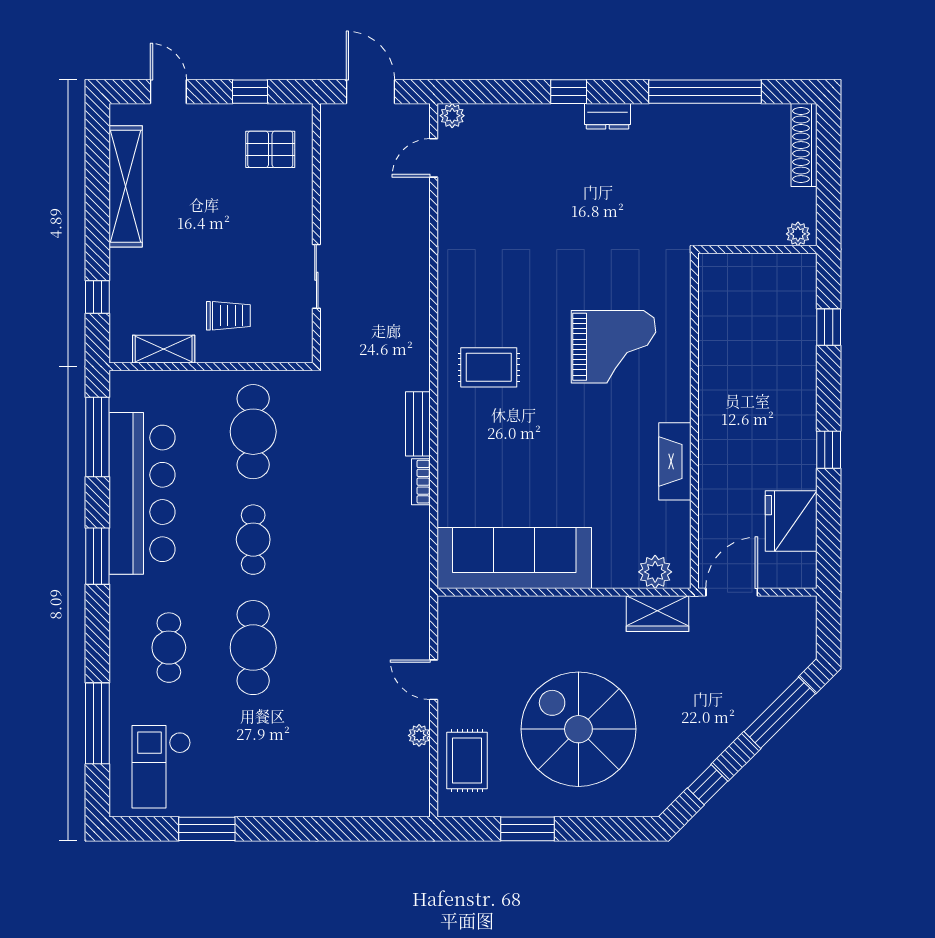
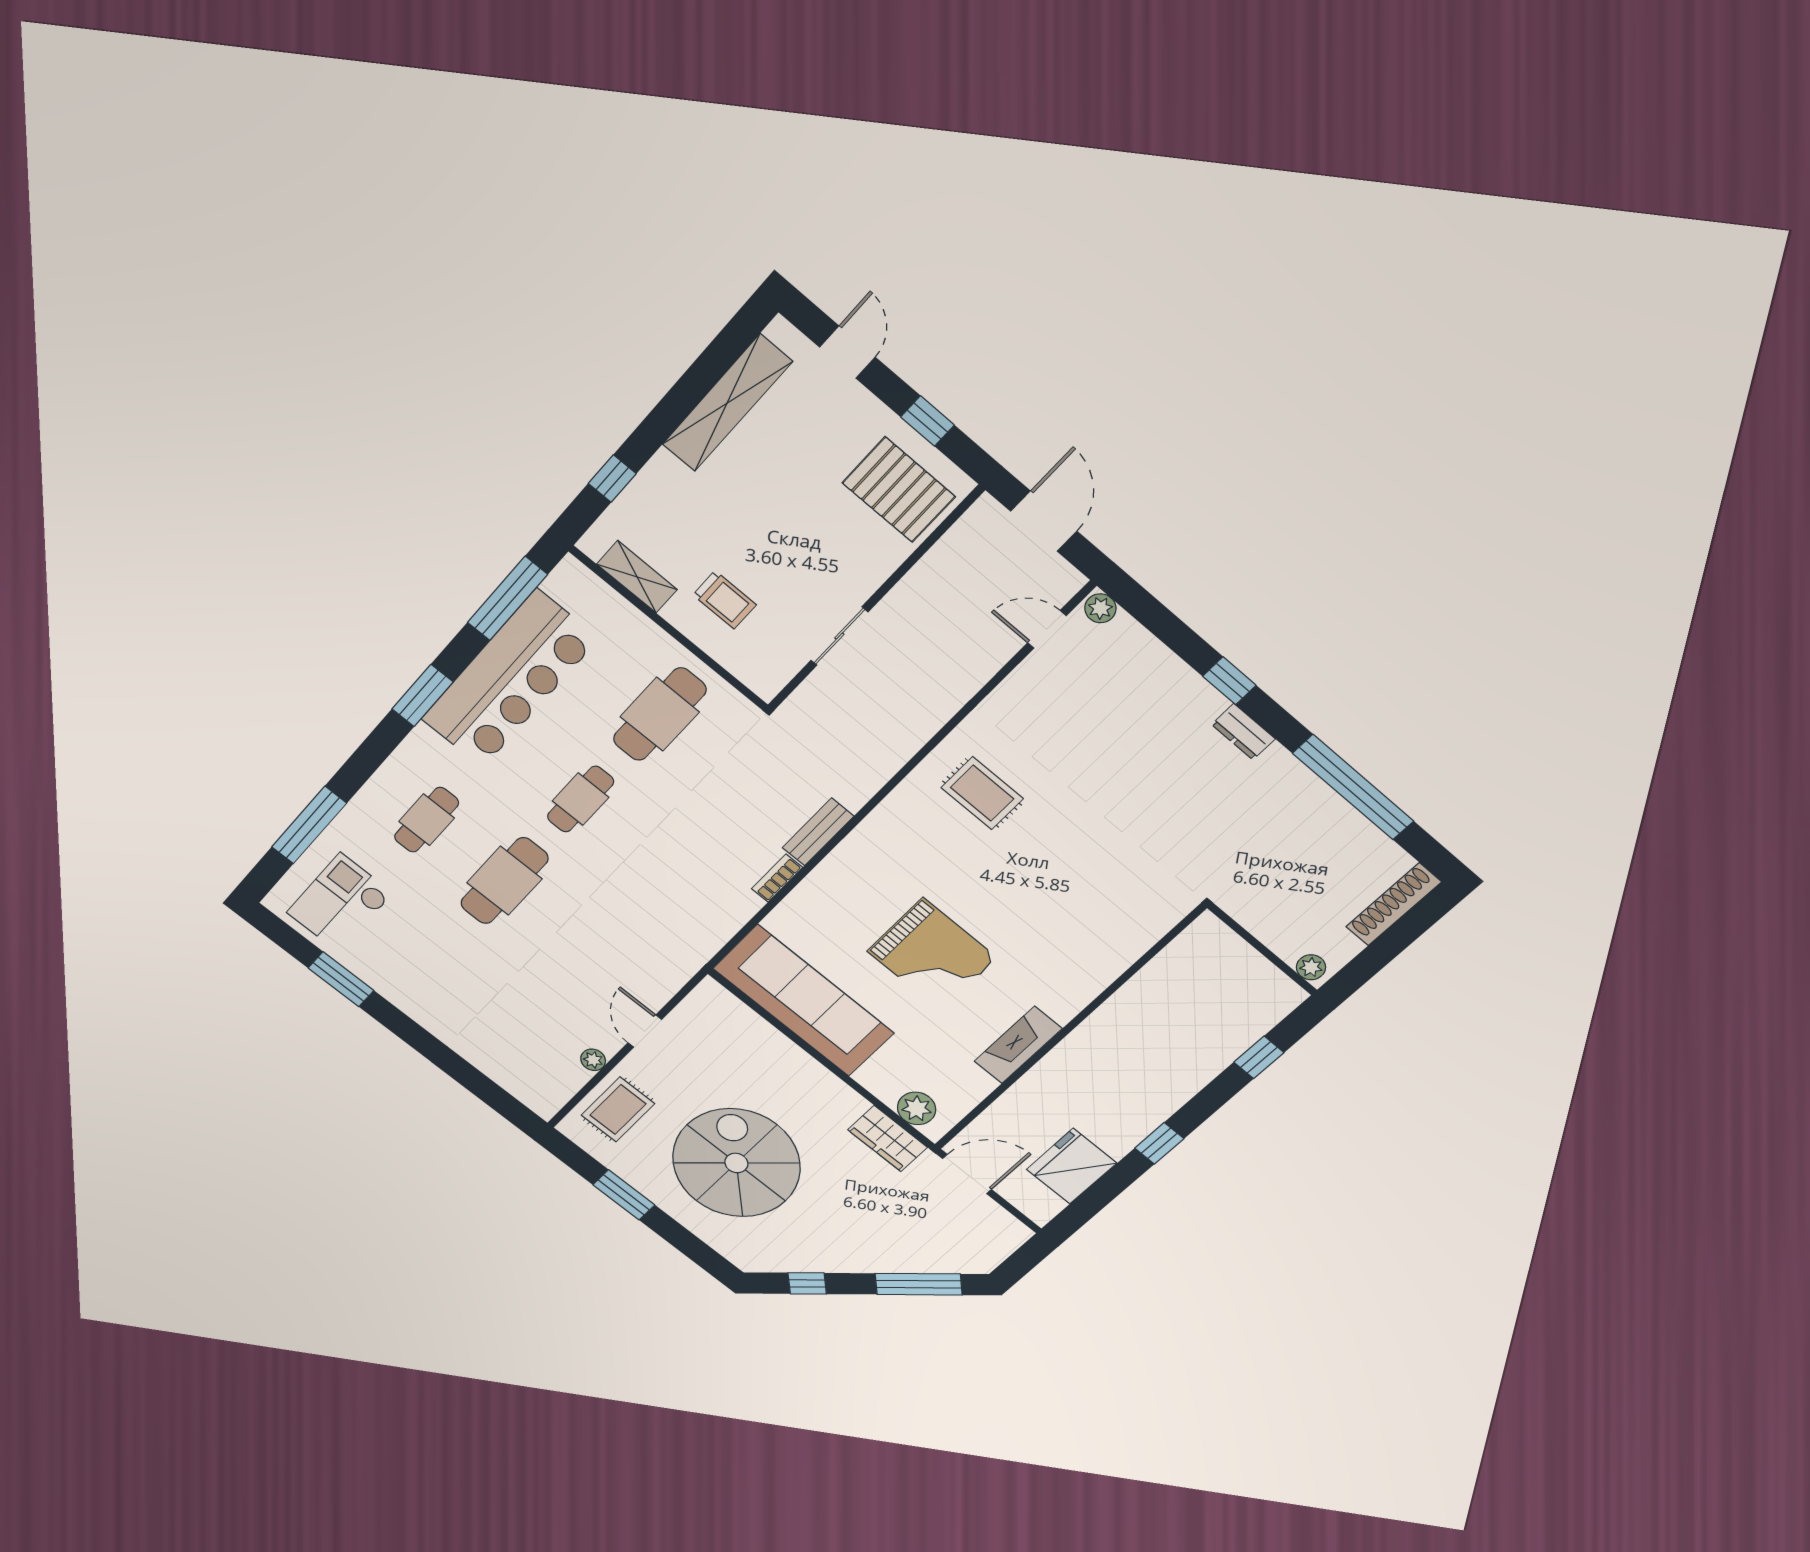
pallet: (270, 149) -> (899, 490), width x1.50, depth x1.42
grand piano: (613, 347) -> (932, 954), moved
rug: (489, 367) -> (982, 793), moved

